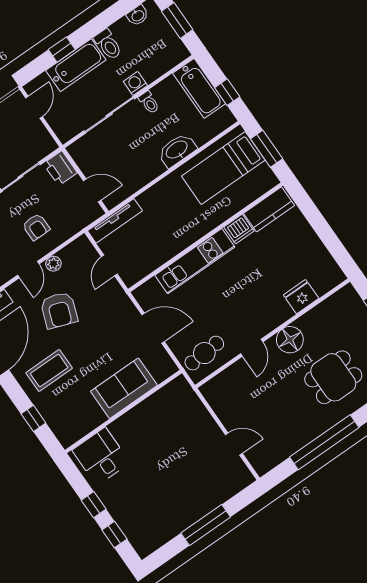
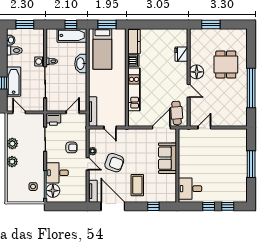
toilet: (108, 44) -> (14, 50), moved
bathtub: (199, 88) -> (72, 35), moved
door: (153, 328) -> (161, 128), moved
door: (234, 444) -> (204, 128), moved

